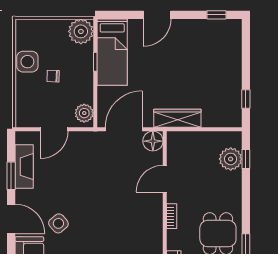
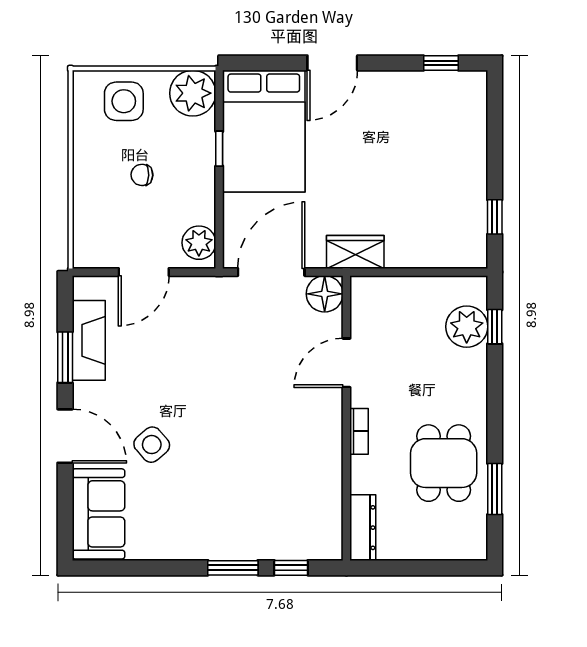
bed: (112, 52) -> (264, 131), width x1.50
side table: (27, 62) -> (124, 101), moved
wardrobe: (177, 118) -> (355, 252), width x0.67

